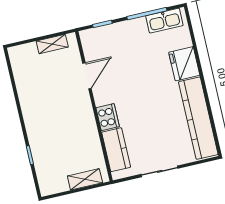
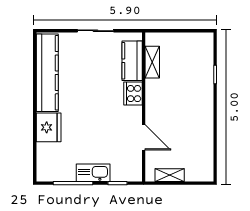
kitchen sink: (164, 21) -> (93, 173), moved
door: (87, 76) -> (144, 137), swing flipped
shelving: (85, 179) -> (152, 62), moved, turned 90

